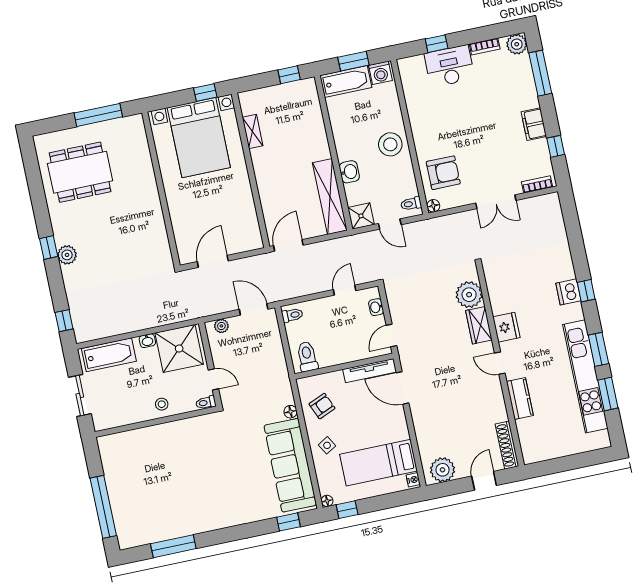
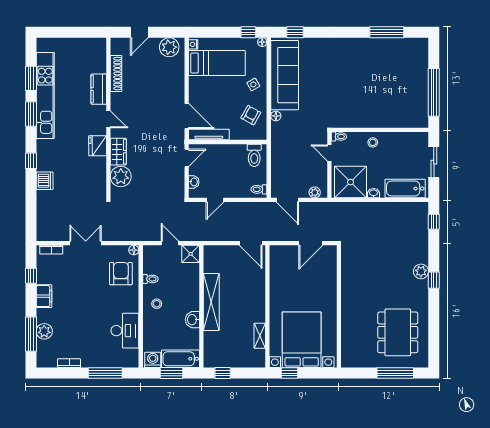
window: (437, 44) -> (105, 373), width x2.17
plant: (517, 44) -> (44, 331), moved
desk: (449, 66) -> (125, 331), moved, turned -90
window: (98, 115) -> (395, 373), moved
stool: (390, 144) -> (157, 304), width x0.53, depth x0.53
dining table: (80, 172) -> (398, 332), turned 90
washbasin: (349, 172) -> (192, 320), moved
armchair: (443, 173) -> (121, 274), turned 90
shelving: (330, 197) -> (211, 302), moved
toilet: (411, 204) -> (150, 279), moved
door: (288, 245) -> (251, 243), hinge flipped
dishwasher: (568, 292) -> (45, 181), moved
armchair: (322, 406) -> (251, 115), turned 142
shoe rack: (507, 445) -> (116, 73), moved
window: (103, 507) -> (434, 92), moved

